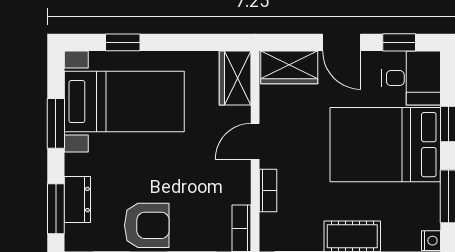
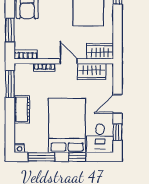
wardrobe: (289, 67) -> (92, 71), moved, turned -90

